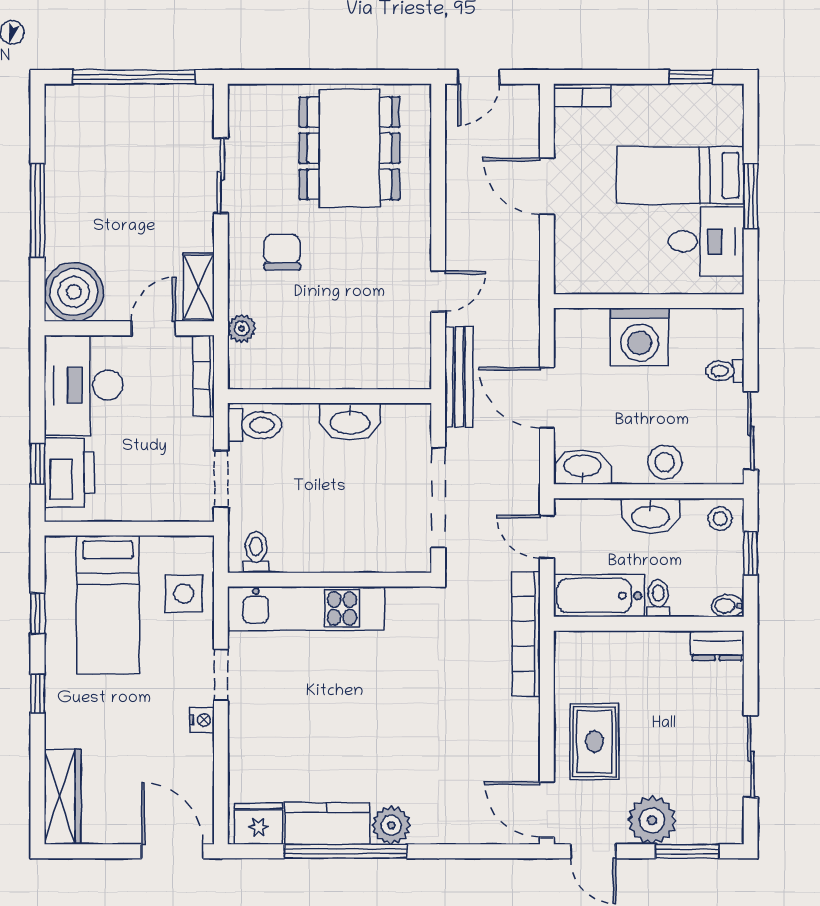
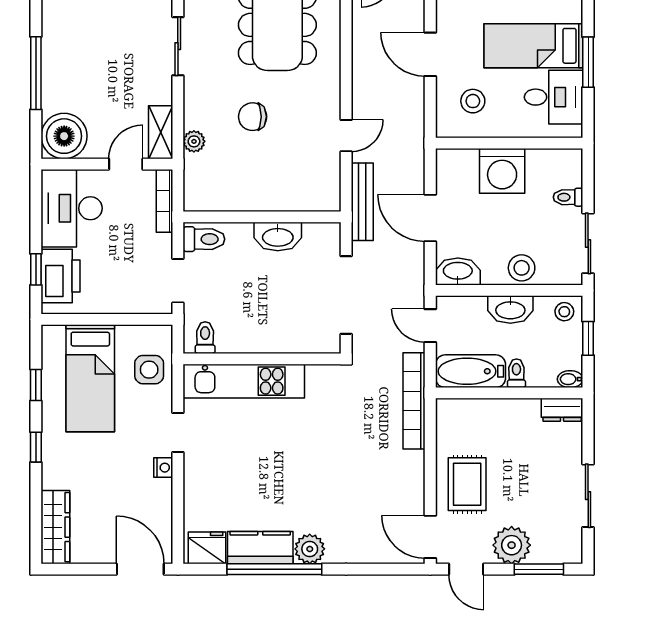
stool: (602, 247) -> (473, 101), added
chair: (282, 252) -> (253, 117), moved, turned -90
plant: (242, 328) -> (194, 141), moved

